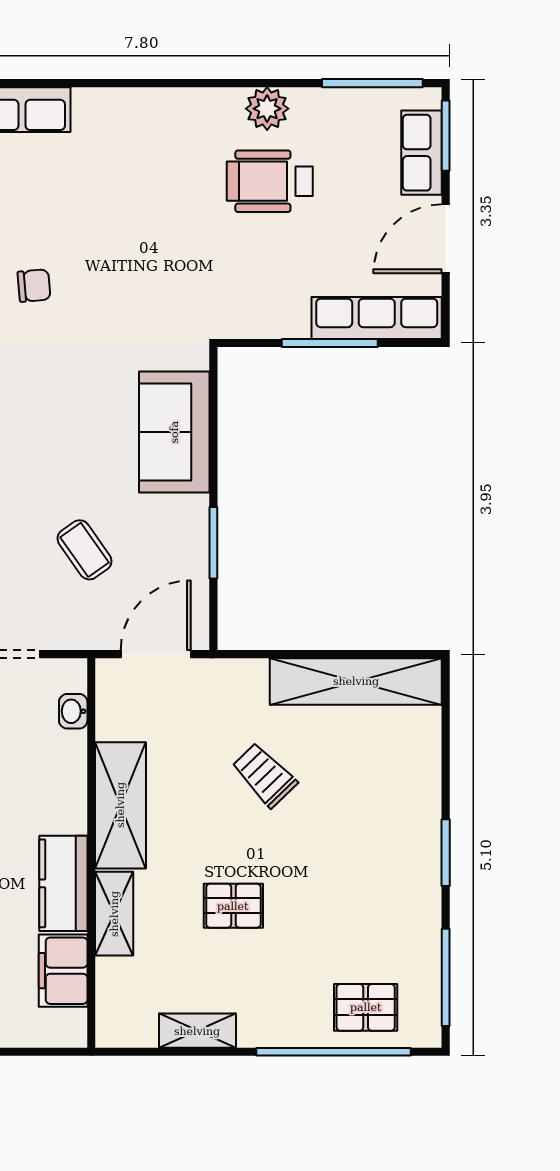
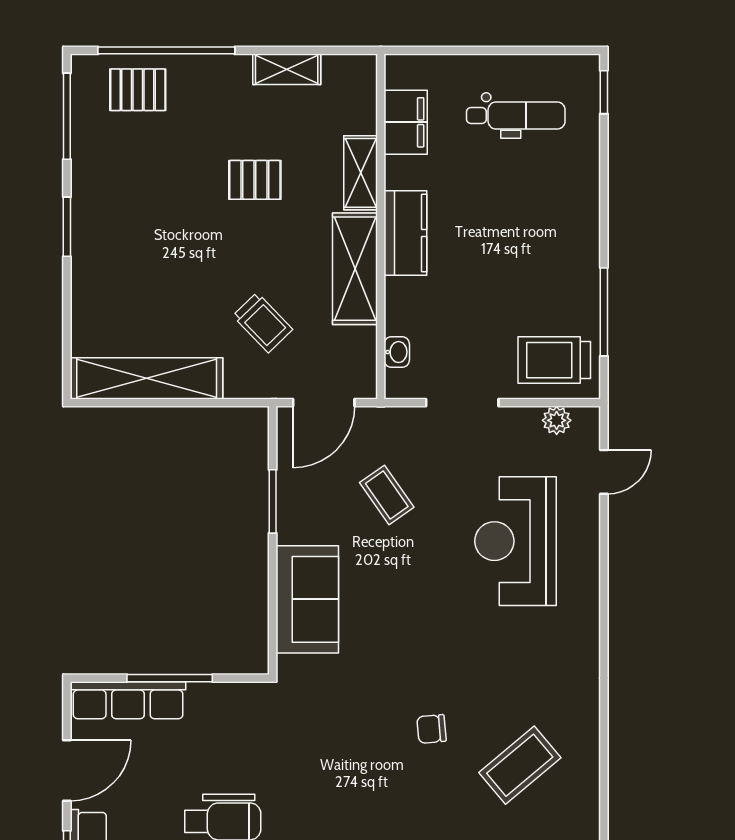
trolley: (264, 775) -> (263, 323), moved
kitchen counter: (63, 883) -> (405, 233), moved

